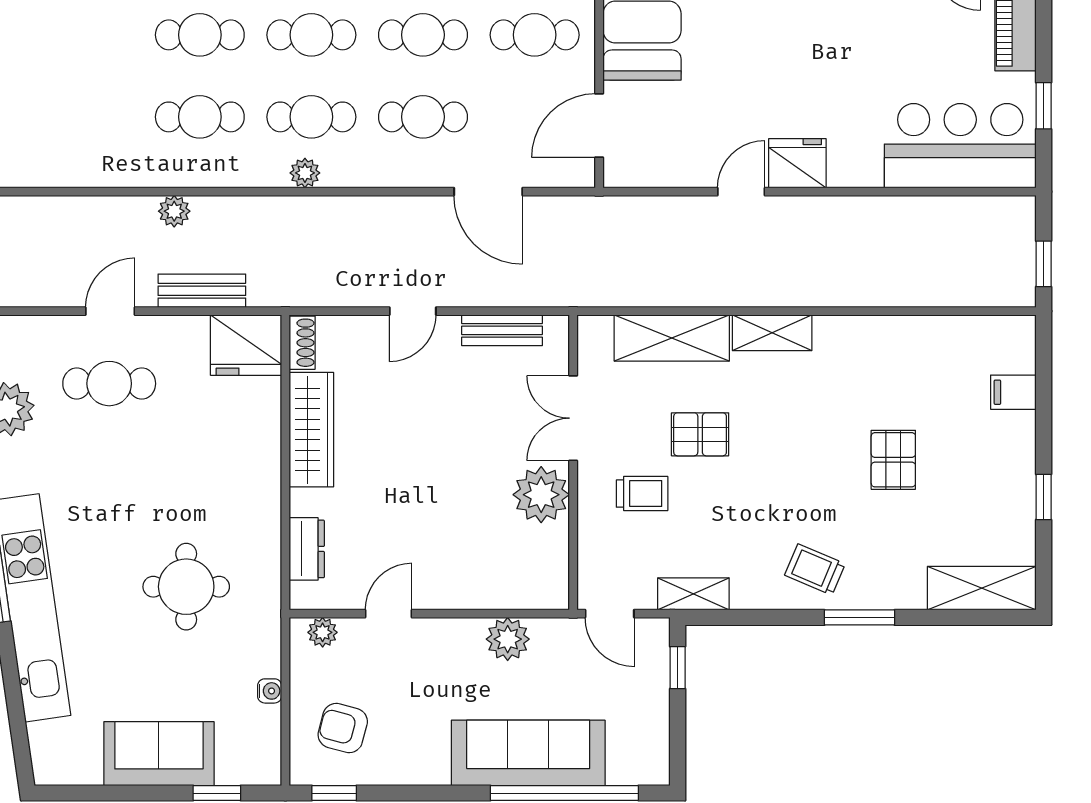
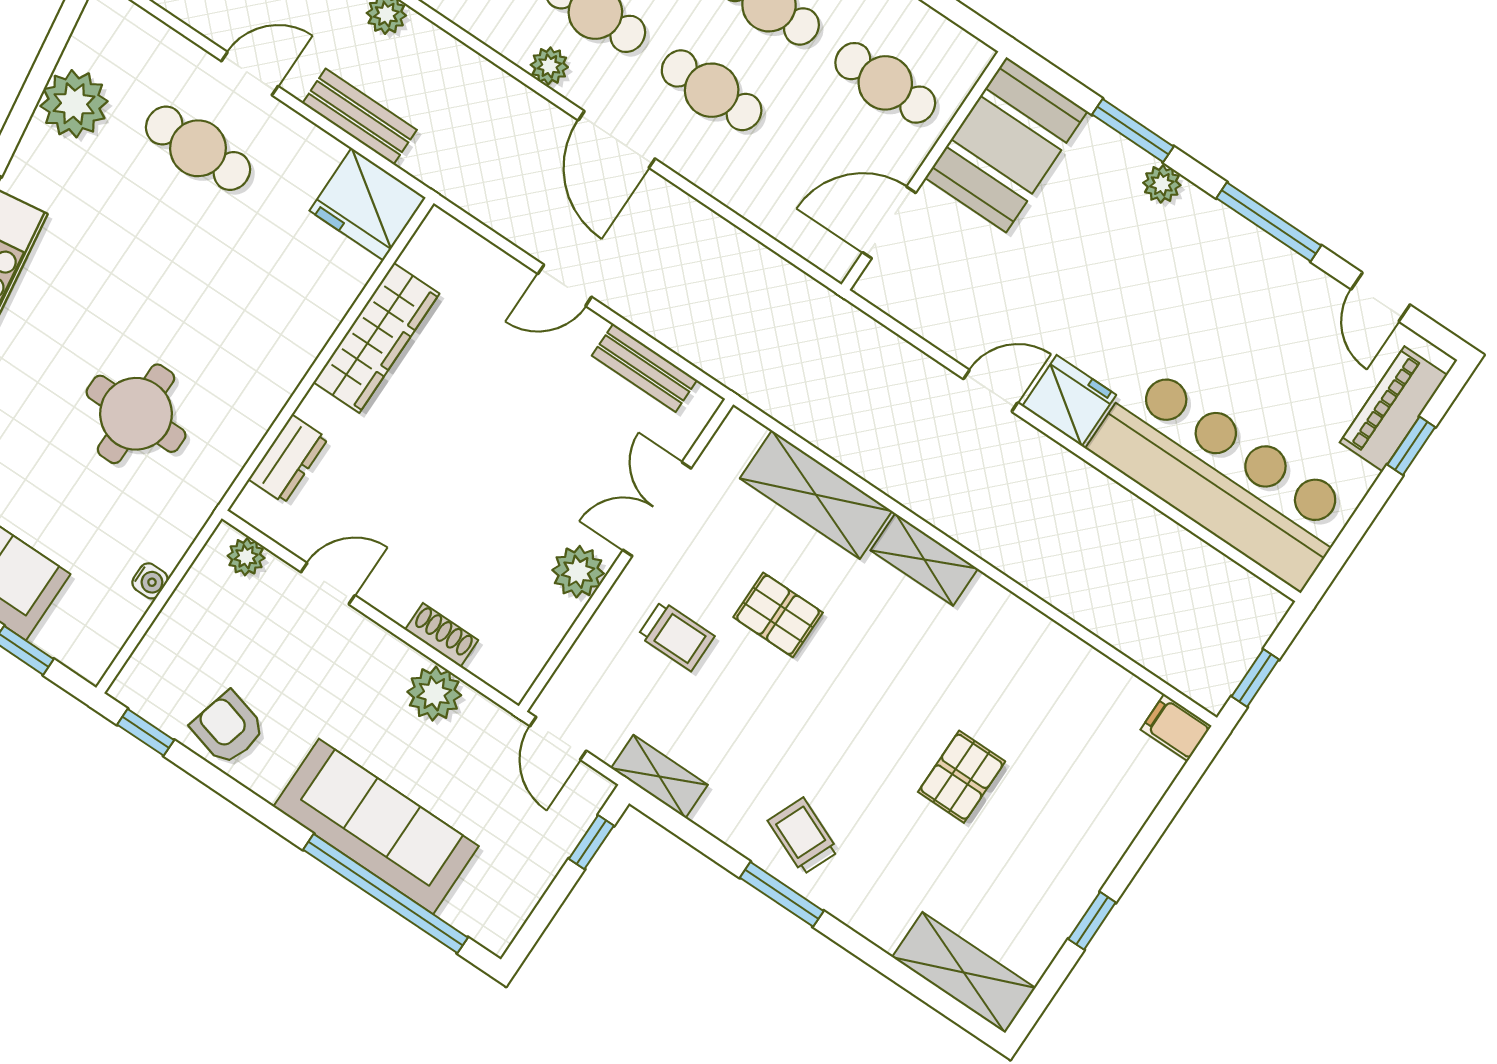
window: (1044, 106) -> (1411, 446), moved
bar counter: (960, 146) -> (1222, 477), width x1.36
door: (488, 192) -> (617, 139), moved
shoe rack: (302, 343) -> (442, 635), moved, turned -90
filing cabinet: (1013, 392) -> (1176, 728), moved
plant: (541, 495) -> (578, 572), width x0.73, depth x0.73
window: (860, 617) -> (782, 894), moved
armchair: (343, 728) -> (228, 728), moved

